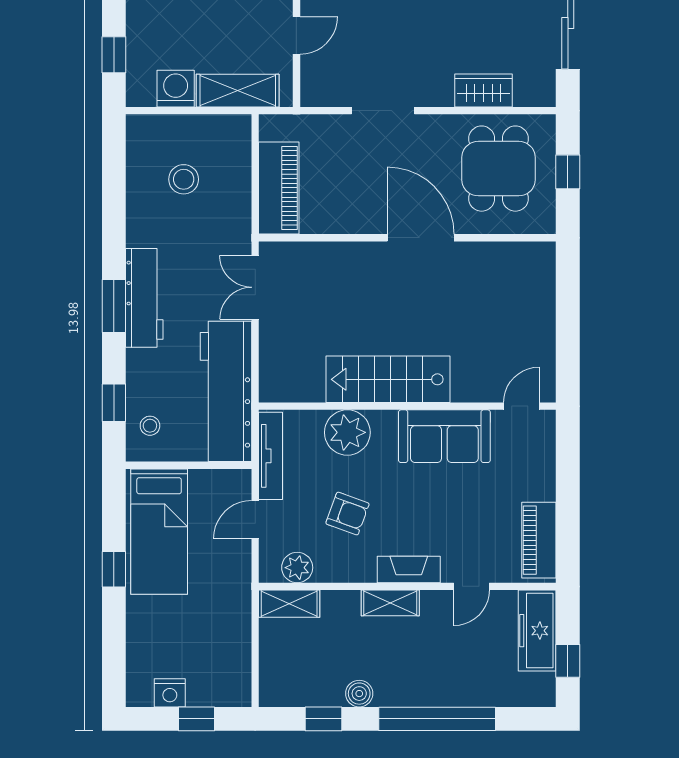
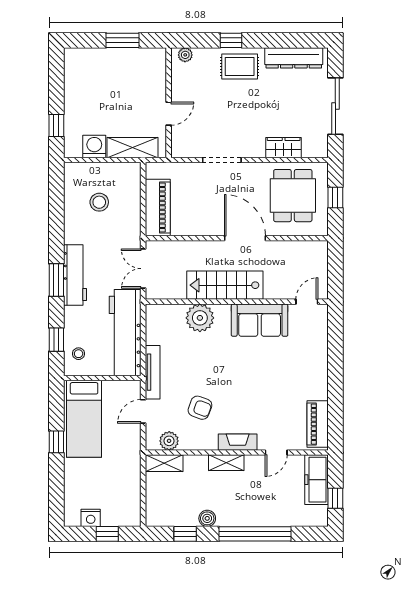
stairs: (388, 379) -> (225, 285), moved
wall: (407, 406) -> (237, 302), moved
door: (521, 406) -> (307, 302), moved
plant: (347, 432) -> (200, 318), moved
sofa: (444, 436) -> (260, 320), moved

